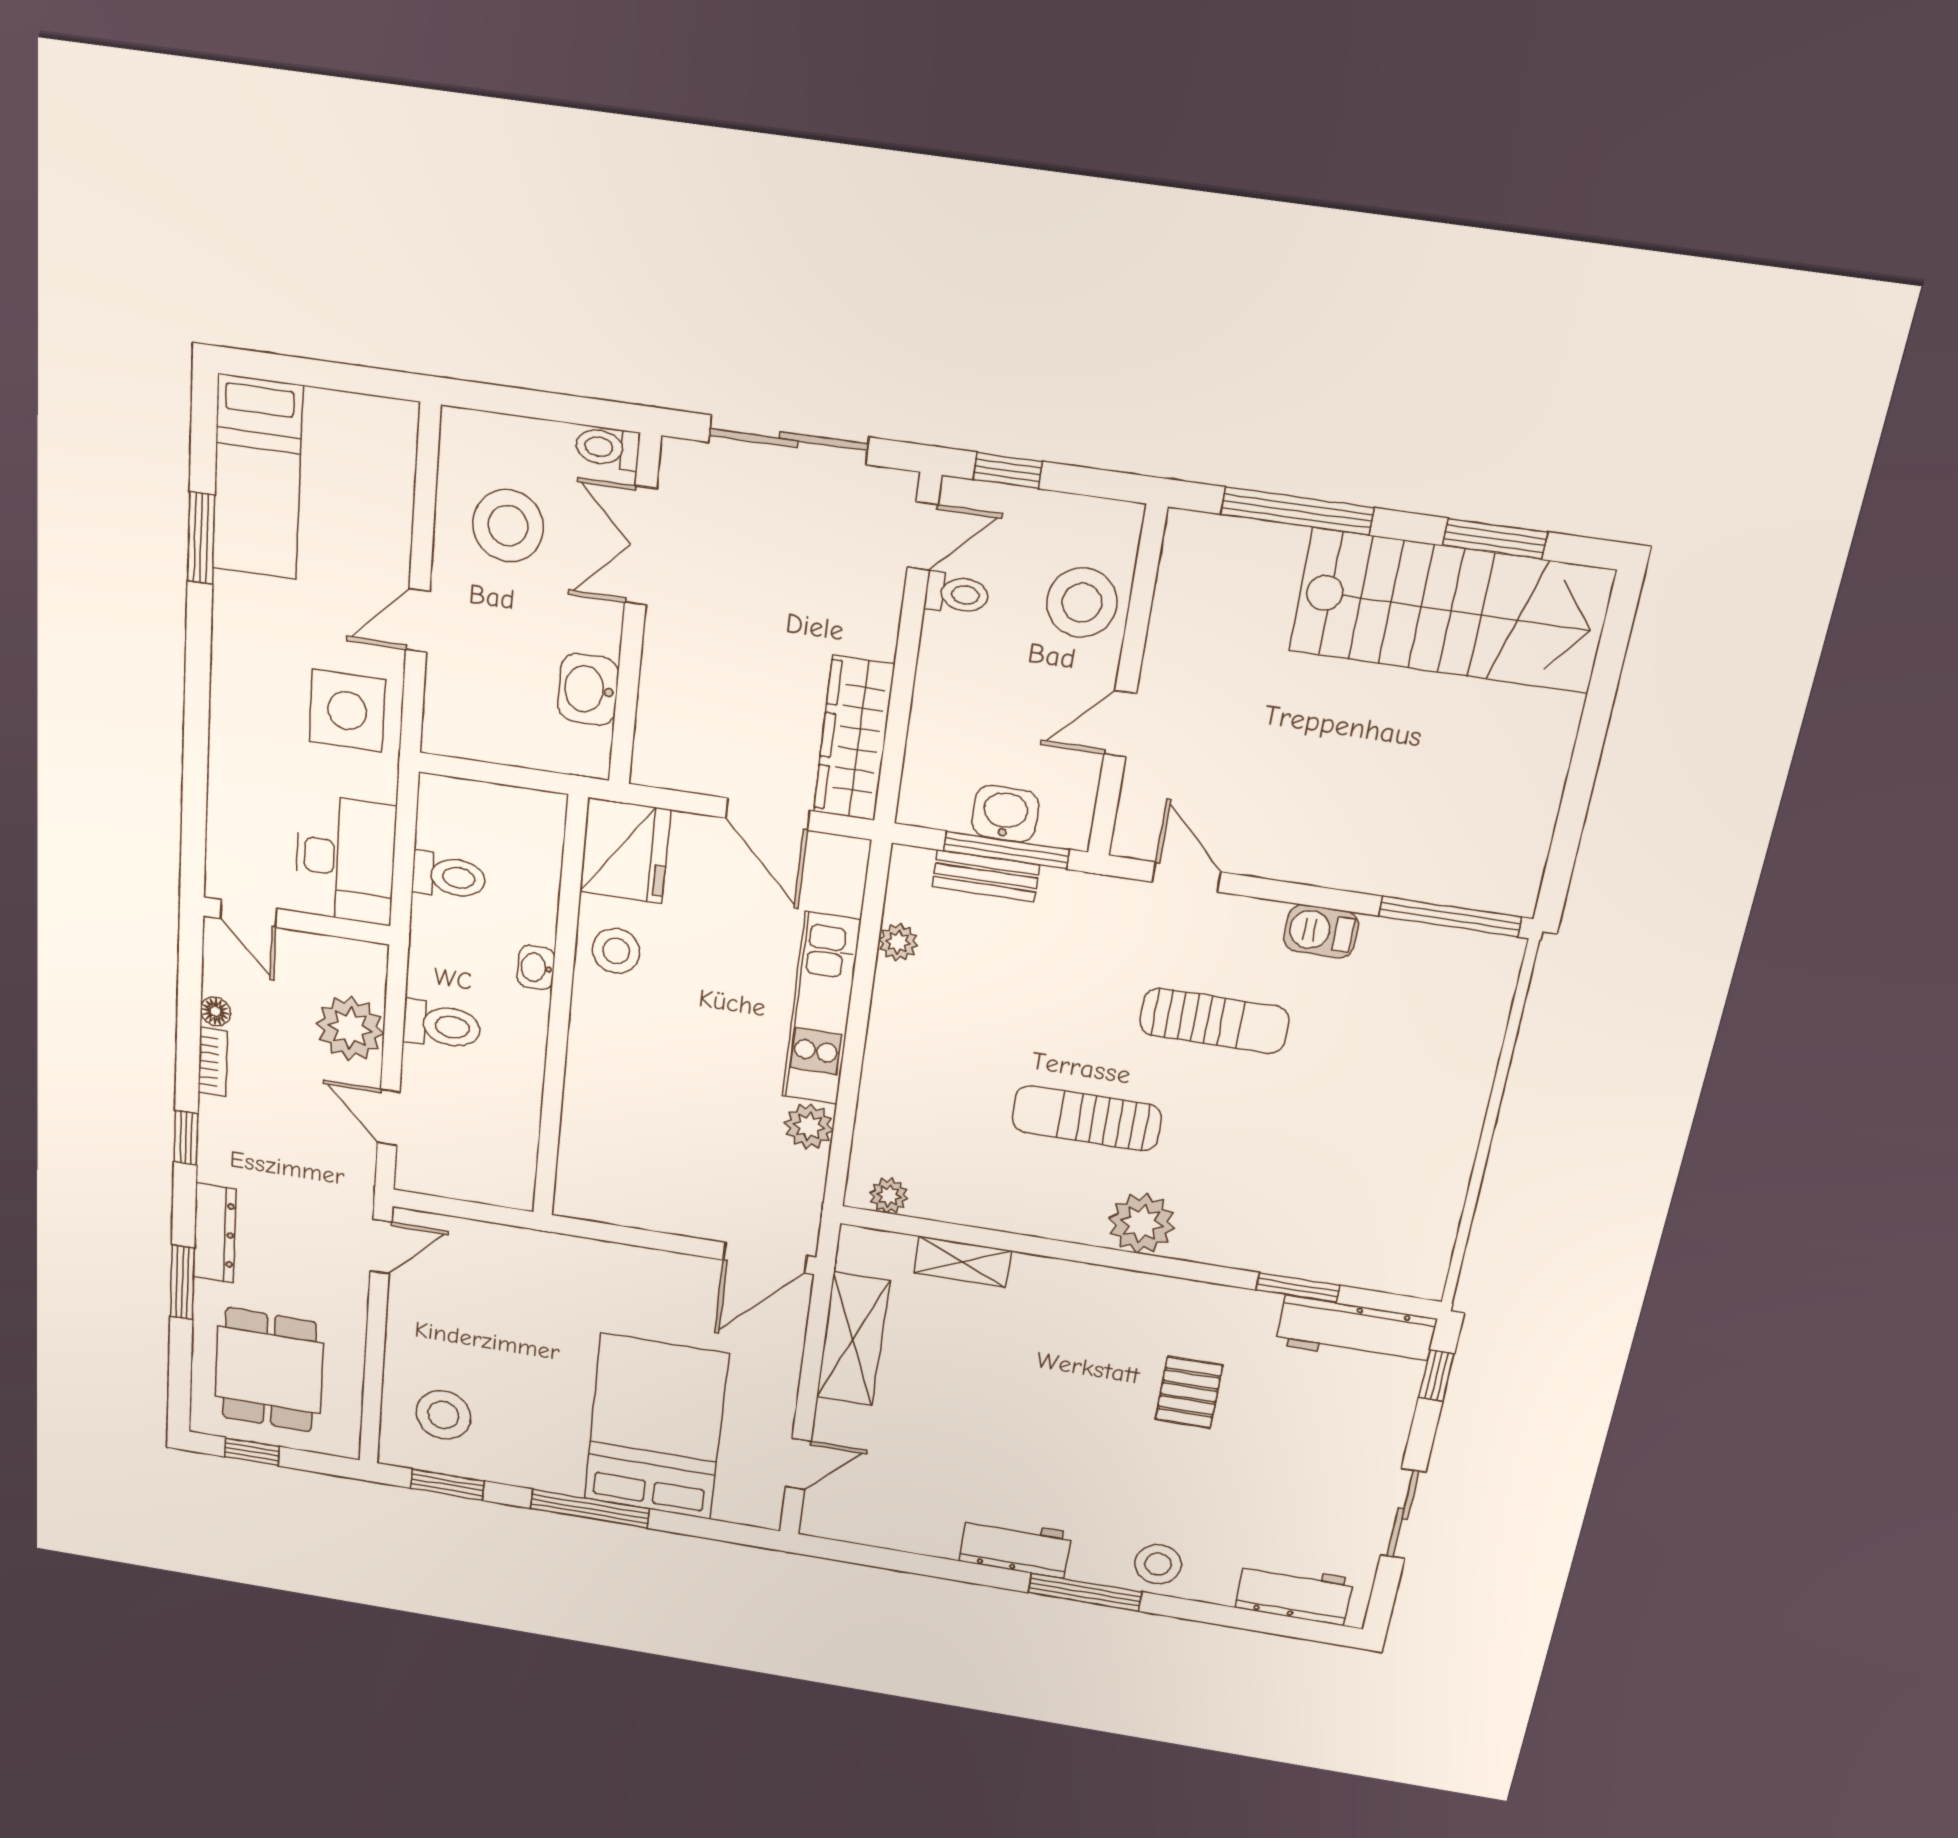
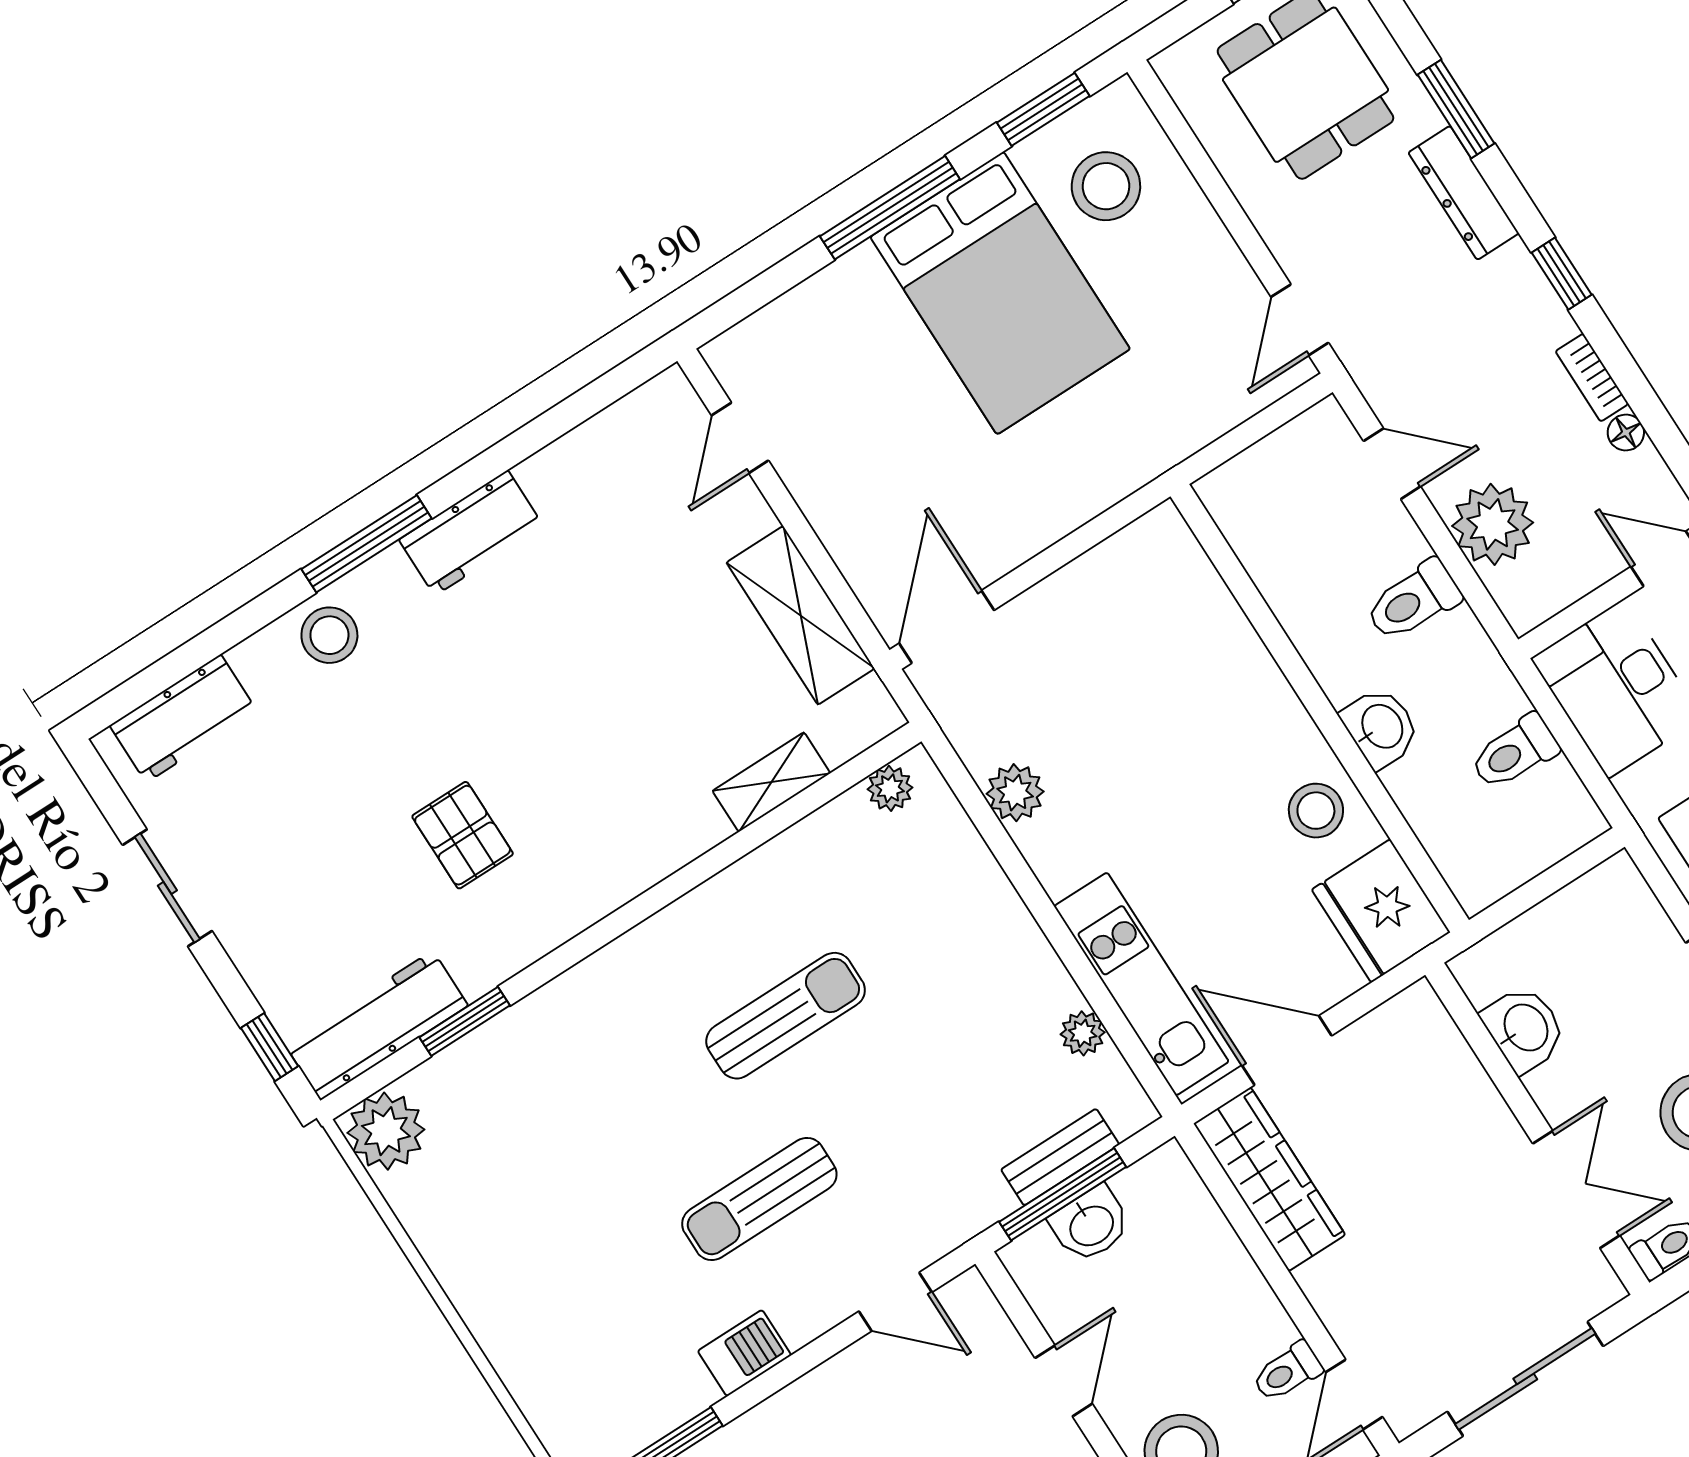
washbasin: (536, 968) -> (1381, 727), width x1.38, depth x1.45
kitchen unit: (821, 1009) -> (1141, 984), moved
plant: (1142, 1223) -> (386, 1131), moved
bed: (656, 1427) -> (1000, 293), moved

